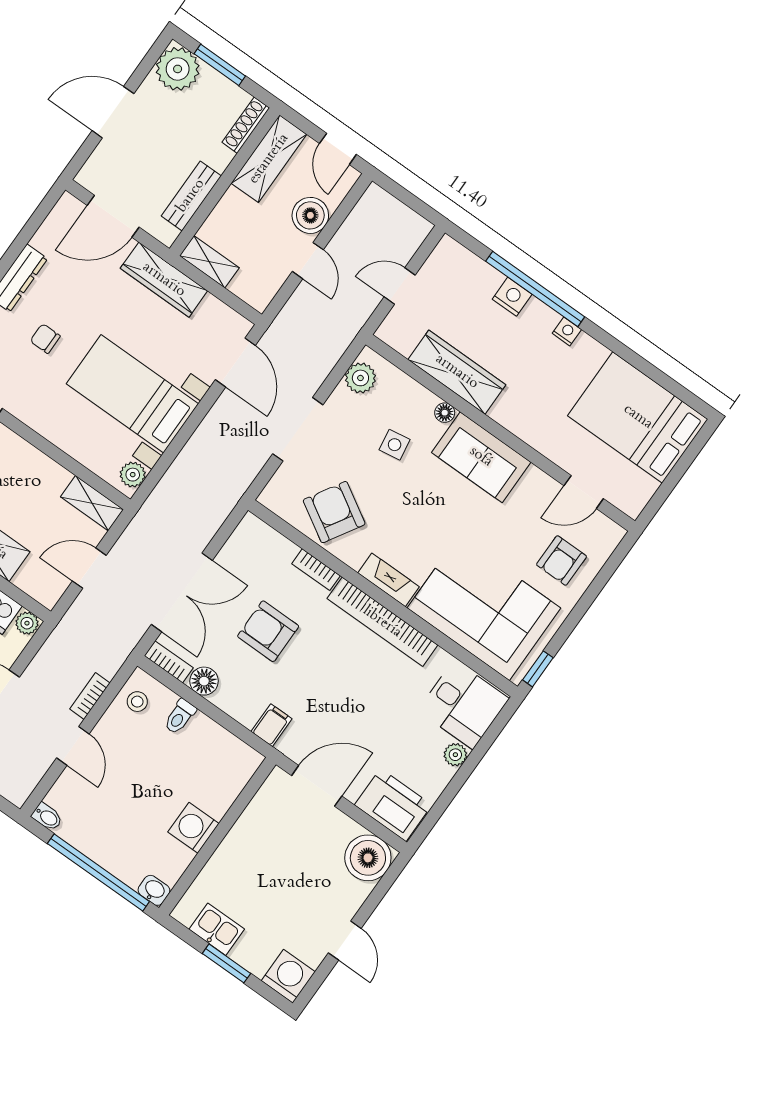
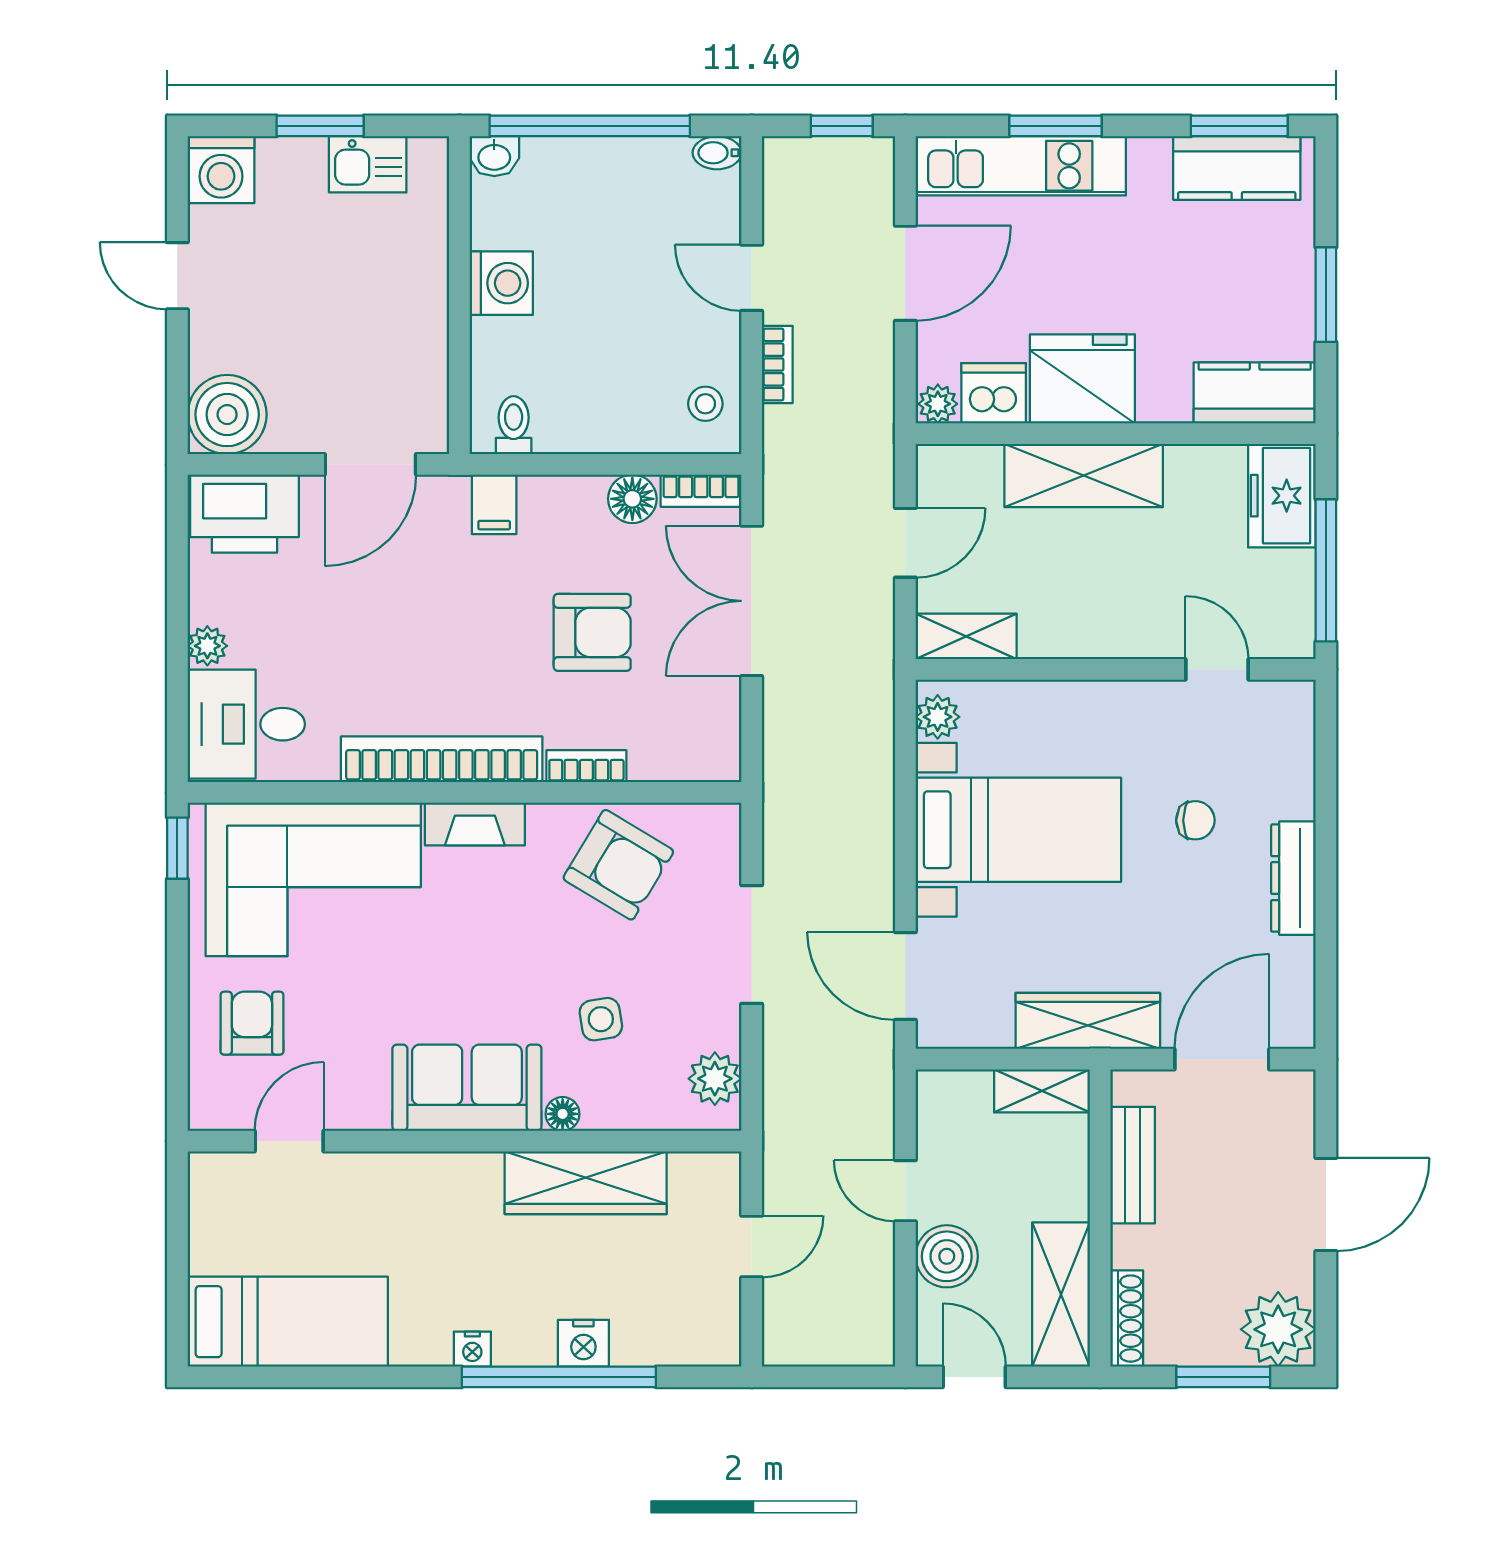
bed: (638, 417) -> (288, 1322), width x0.67
toilet: (180, 717) -> (514, 425), moved

